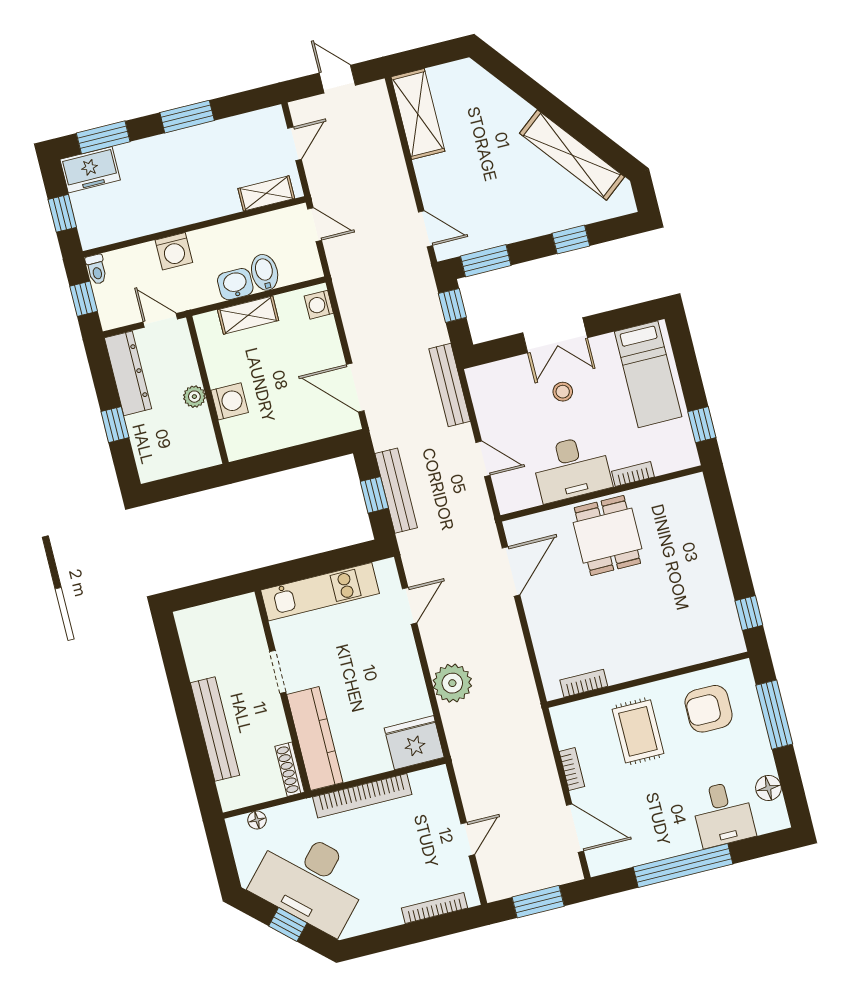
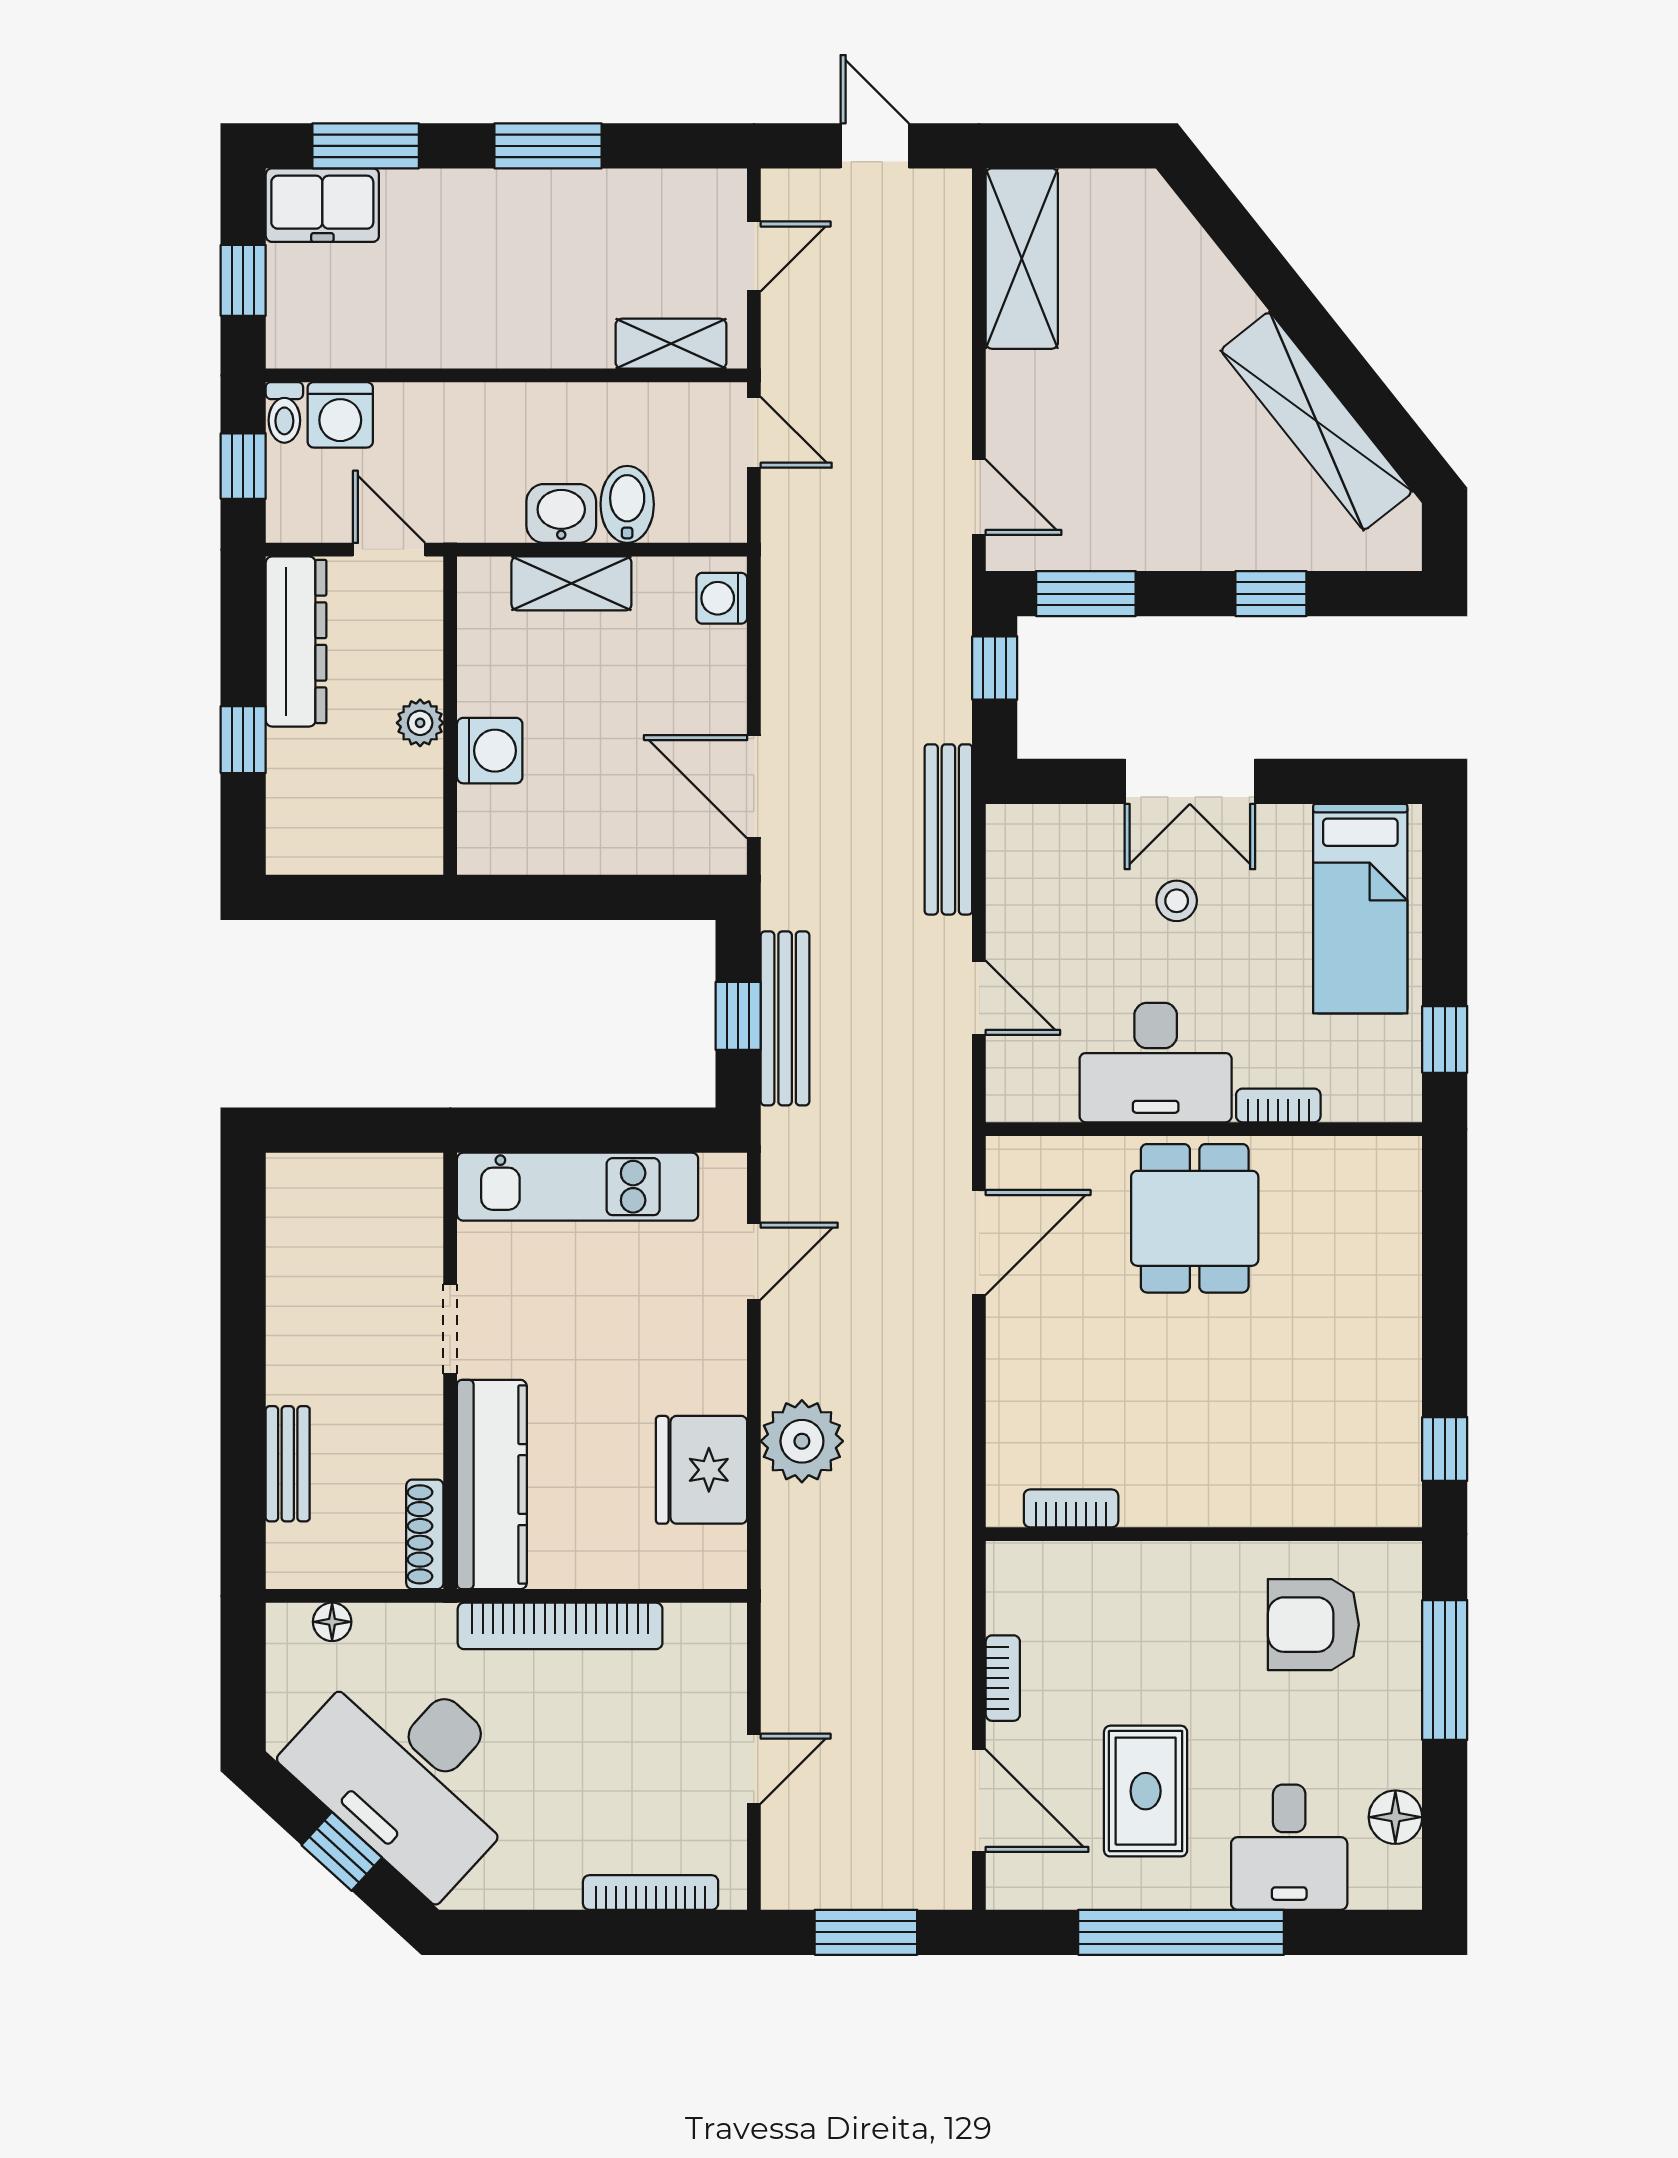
washing machine: (174, 251) -> (340, 415), moved
bench: (215, 729) -> (288, 1464), width x0.54, depth x0.82
rug: (638, 731) -> (1146, 1791), moved
fridge: (414, 743) -> (702, 1470), moved, turned -90

